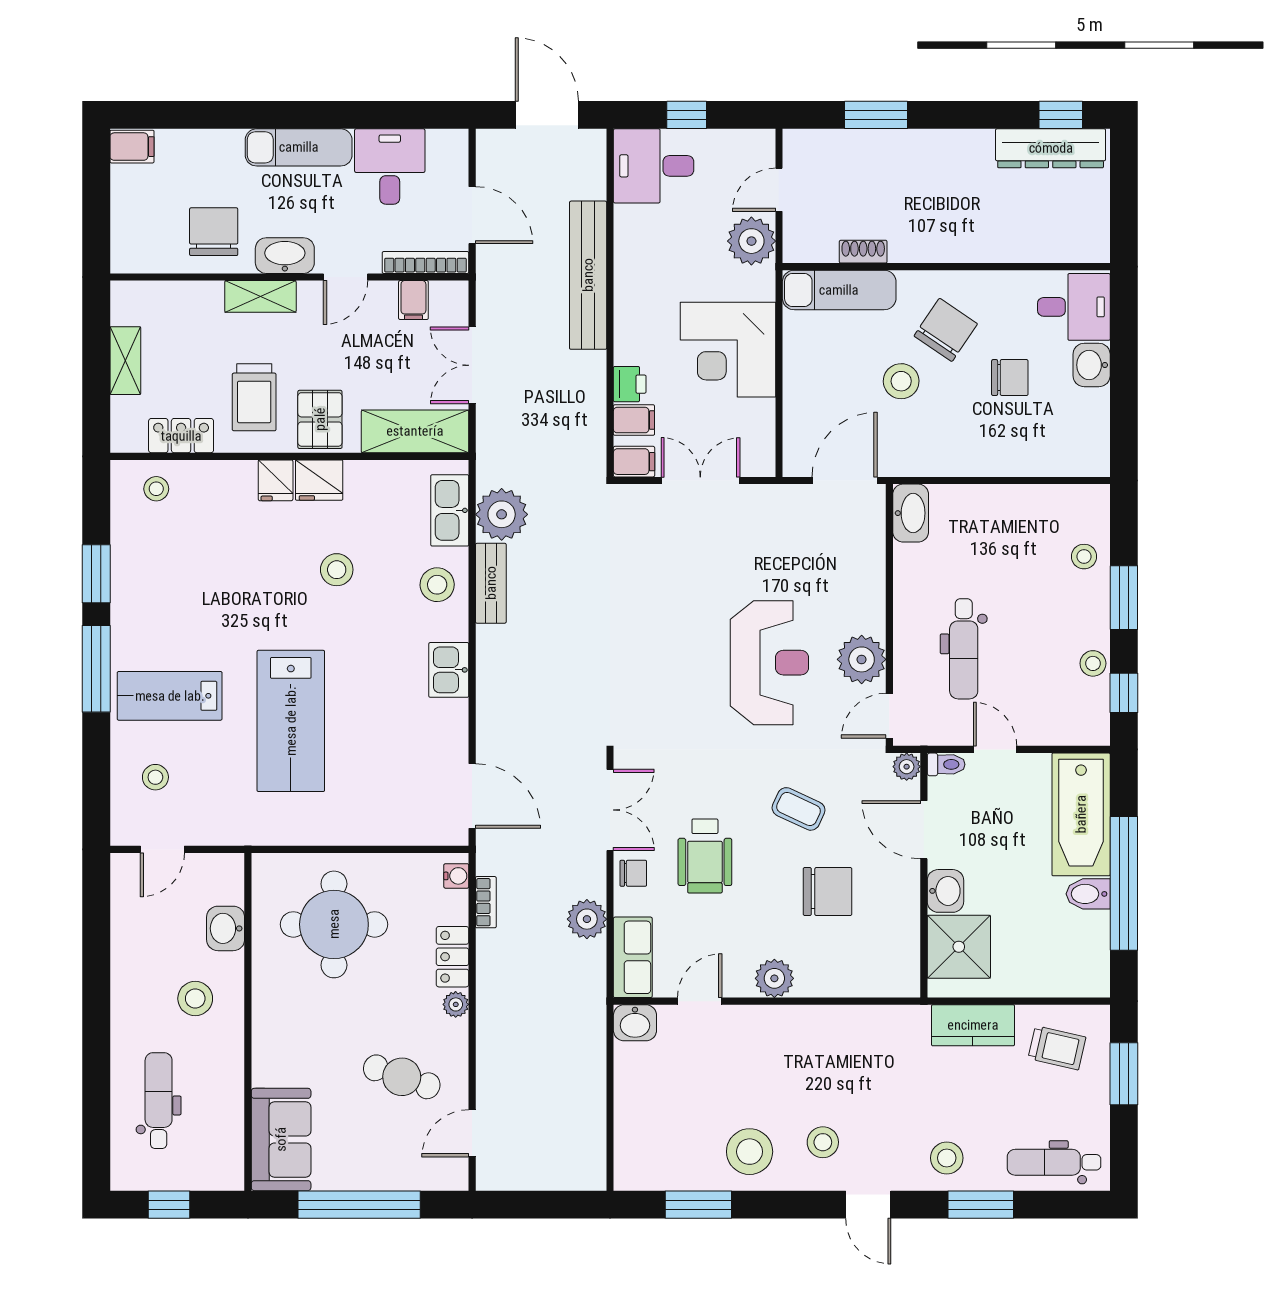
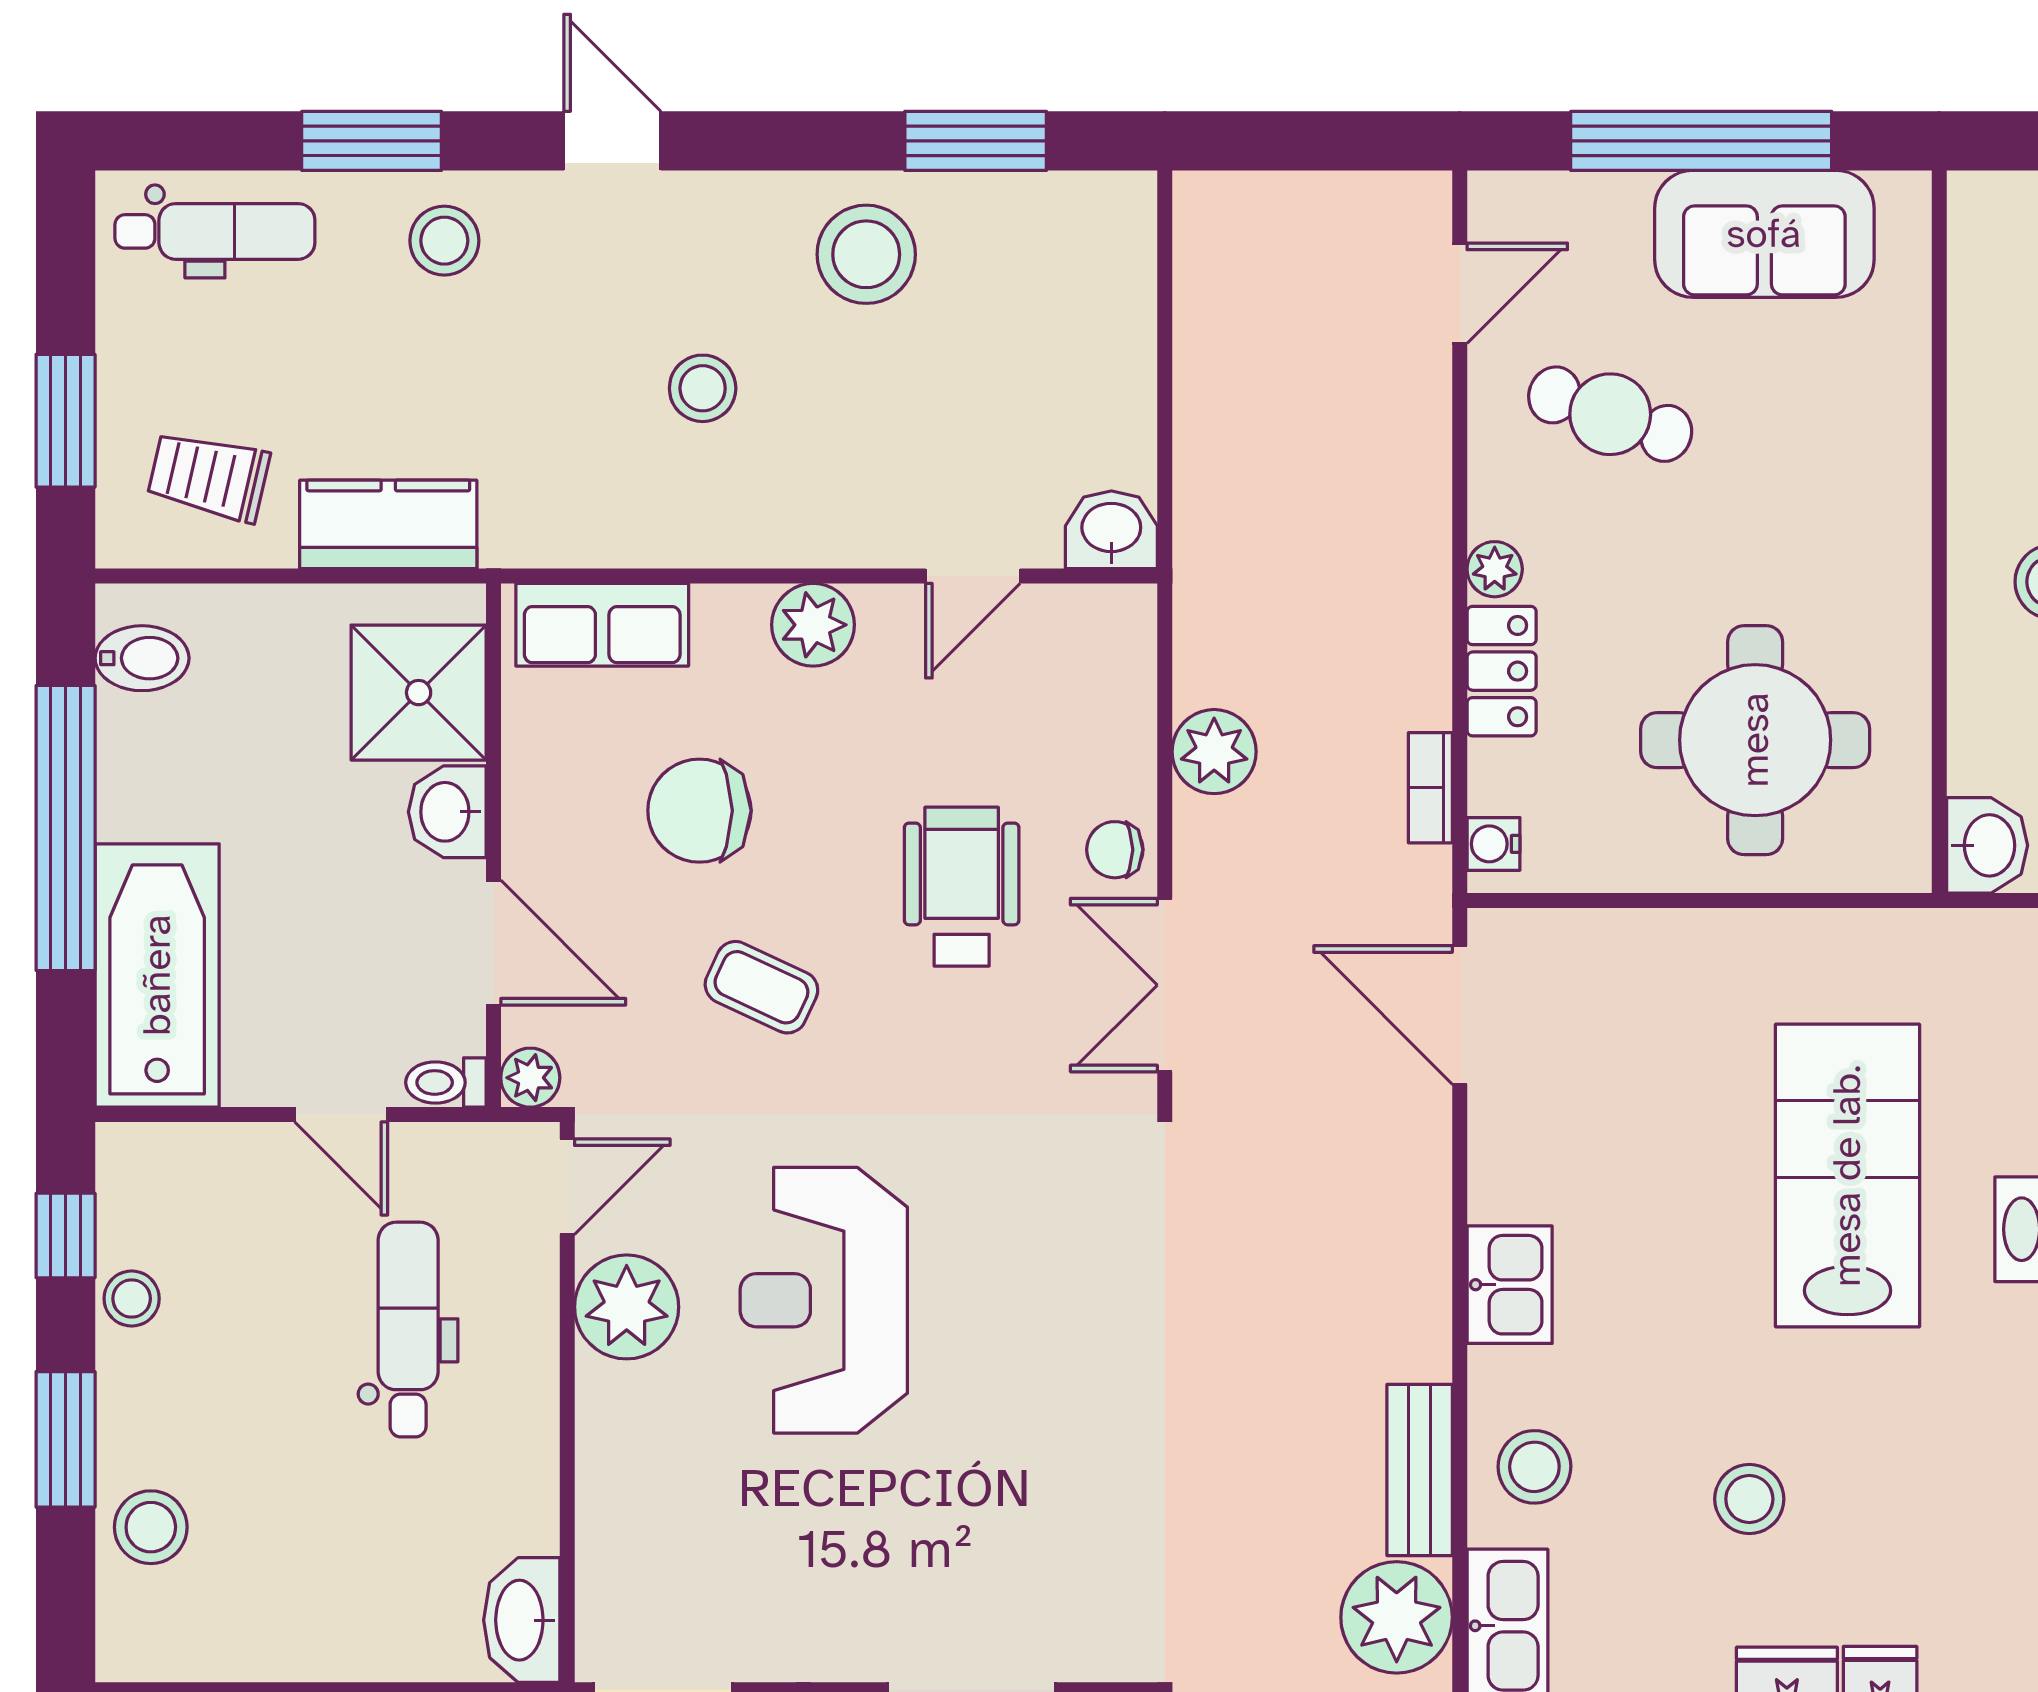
stool: (1084, 557) -> (151, 1527), width x1.37, depth x1.37
bidet: (1088, 894) -> (142, 658), moved
washbasin: (226, 928) -> (1987, 845), moved
row of seats: (633, 957) -> (602, 625), moved, turned -90
sofa: (281, 1139) -> (1764, 234), moved, turned -90
stool: (823, 1142) -> (703, 388), moved

